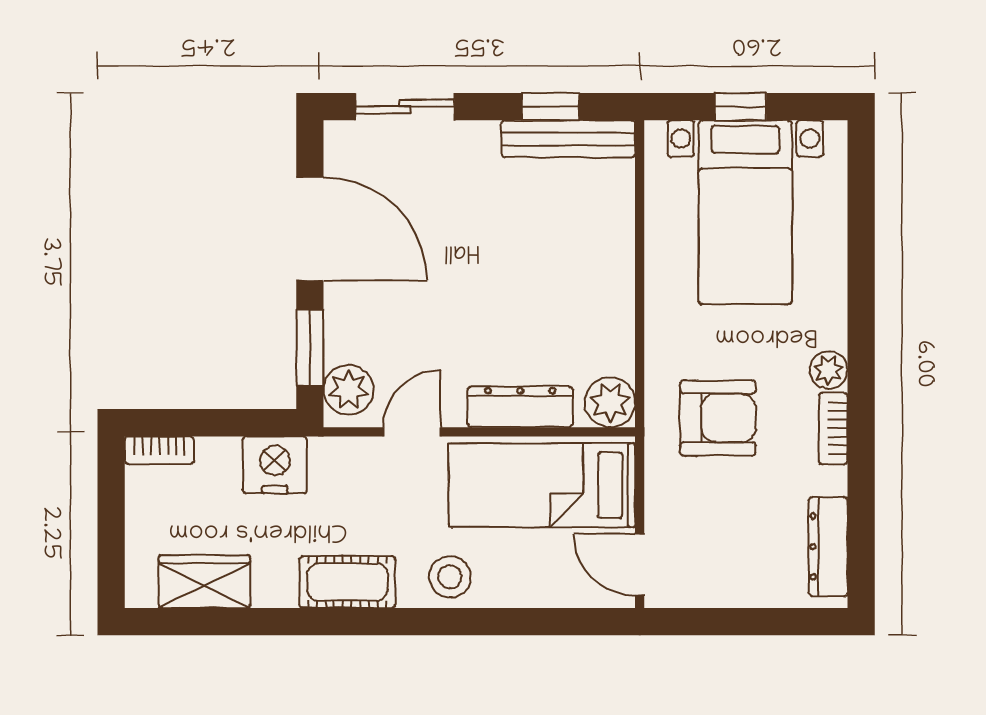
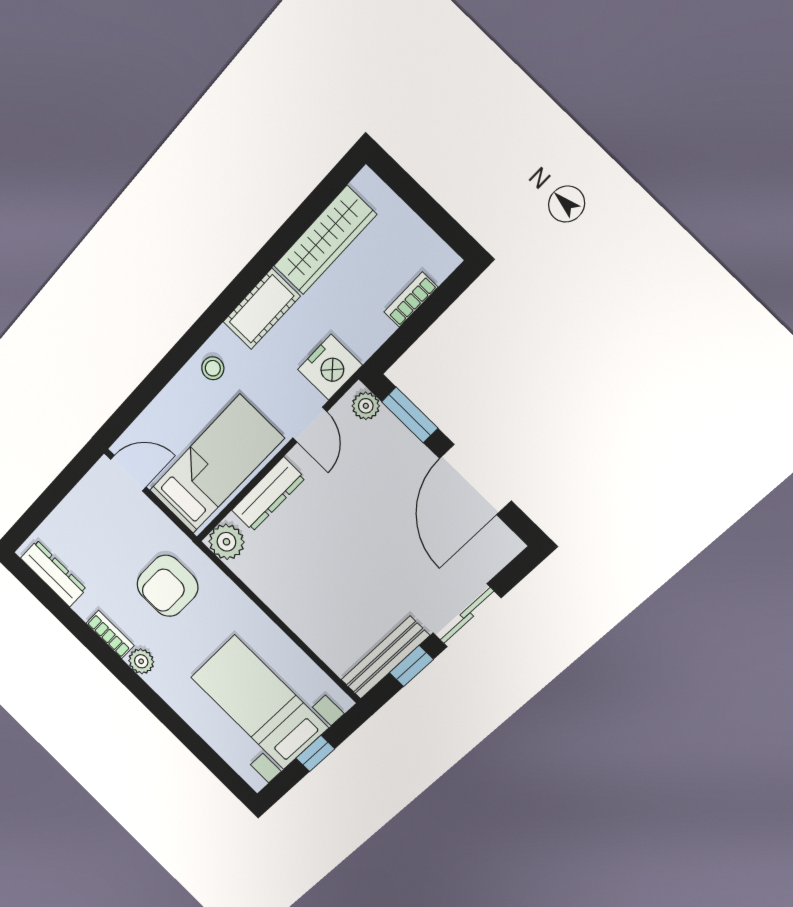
sliding door: (405, 107) -> (467, 616), moved
door: (310, 229) -> (475, 480), hinge flipped
plant: (348, 390) -> (366, 406), width x0.73, depth x0.73
bookcase: (159, 450) -> (411, 300), moved
nightstand: (275, 465) -> (330, 367), moved
stool: (450, 577) -> (213, 368), width x0.73, depth x0.73
wardrobe: (205, 582) -> (325, 240), width x1.50

